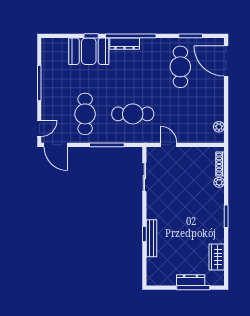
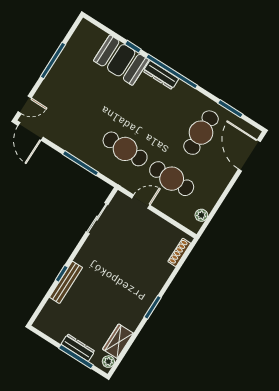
cafe table: (85, 114) -> (172, 179), moved, turned 90
door: (169, 145) -> (141, 202), hinge flipped
plant: (219, 182) -> (108, 362), moved

